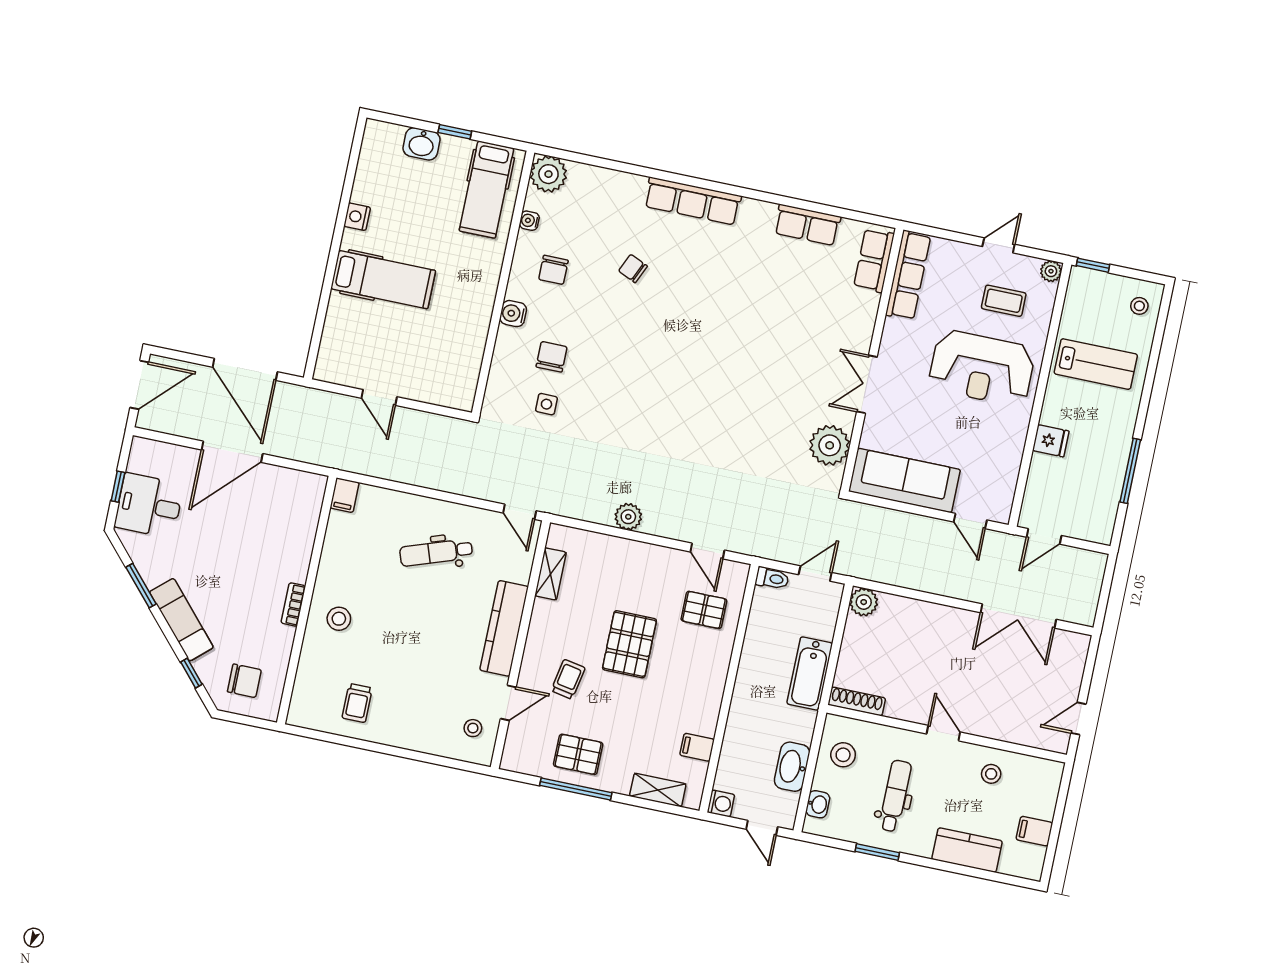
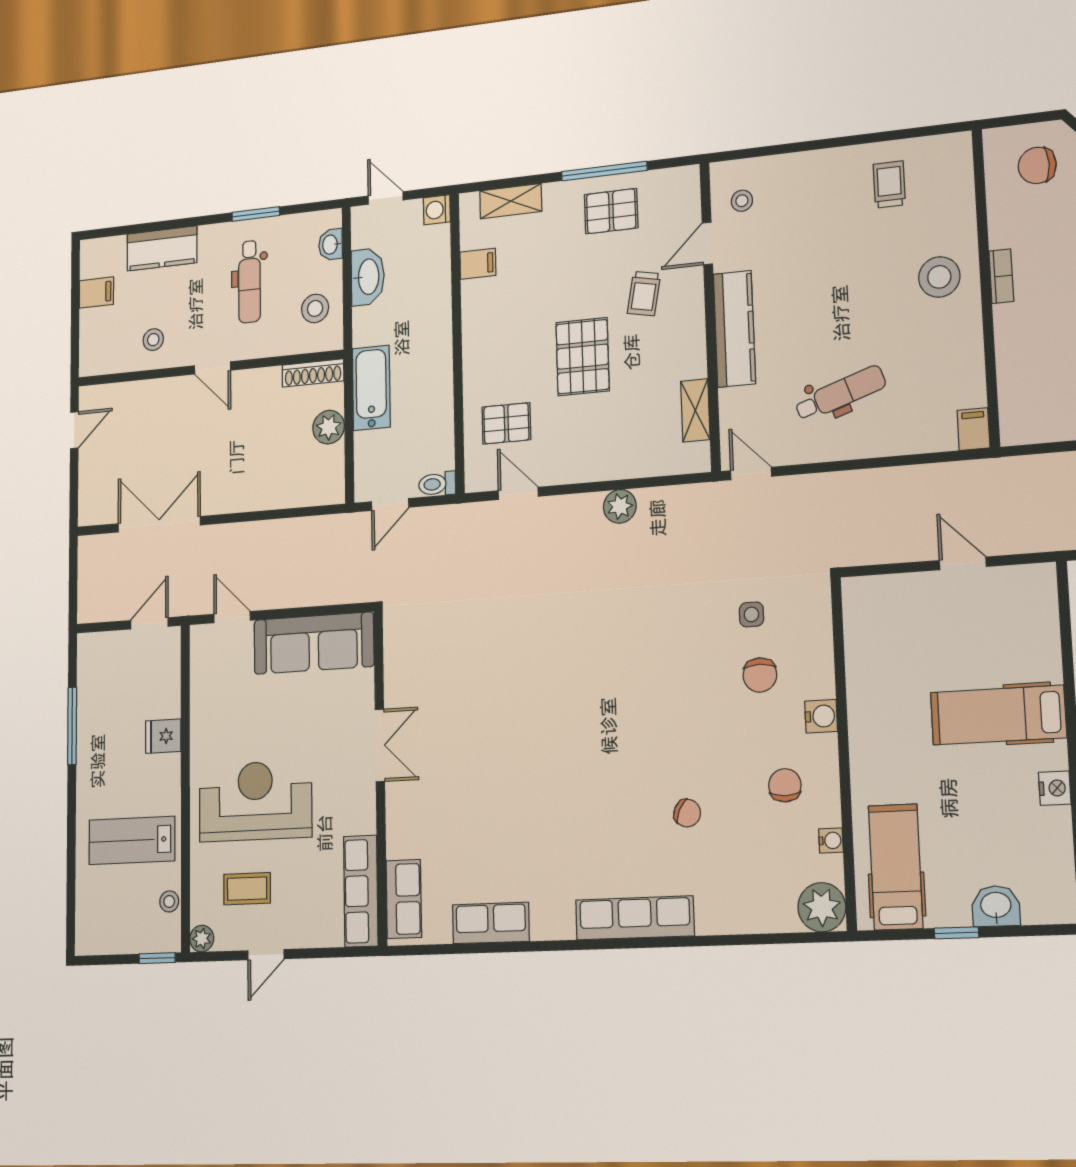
stool: (1139, 306) -> (169, 901), moved
plant: (830, 445) -> (406, 660), removed
plant: (864, 602) -> (329, 427), moved
stool: (339, 619) -> (939, 277), width x1.38, depth x1.38

